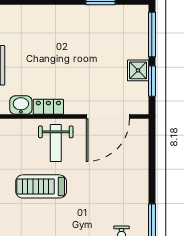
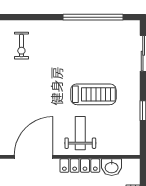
locker: (48, 107) -> (80, 166), width x1.53

